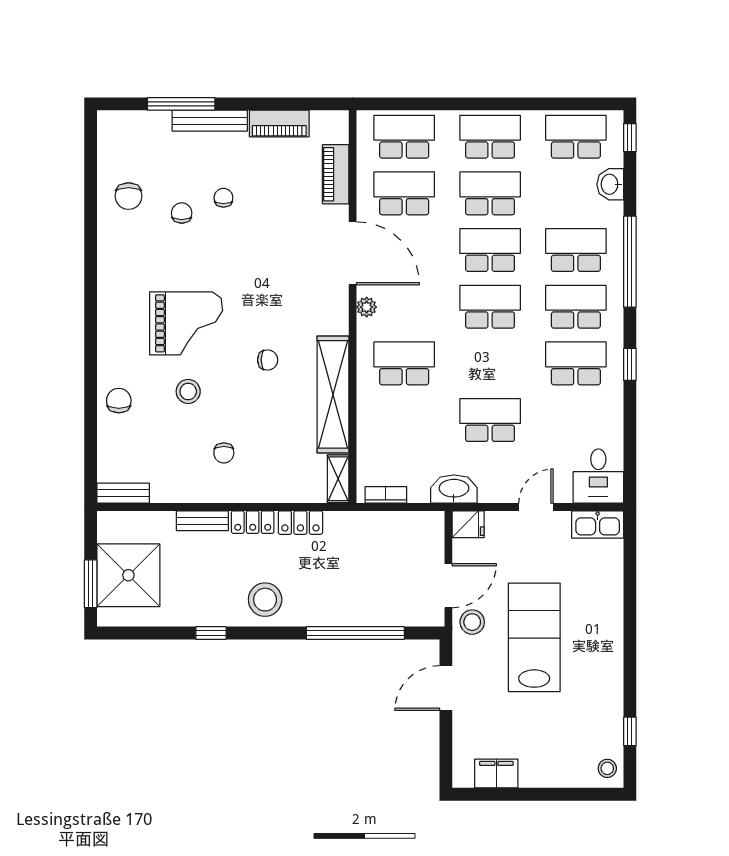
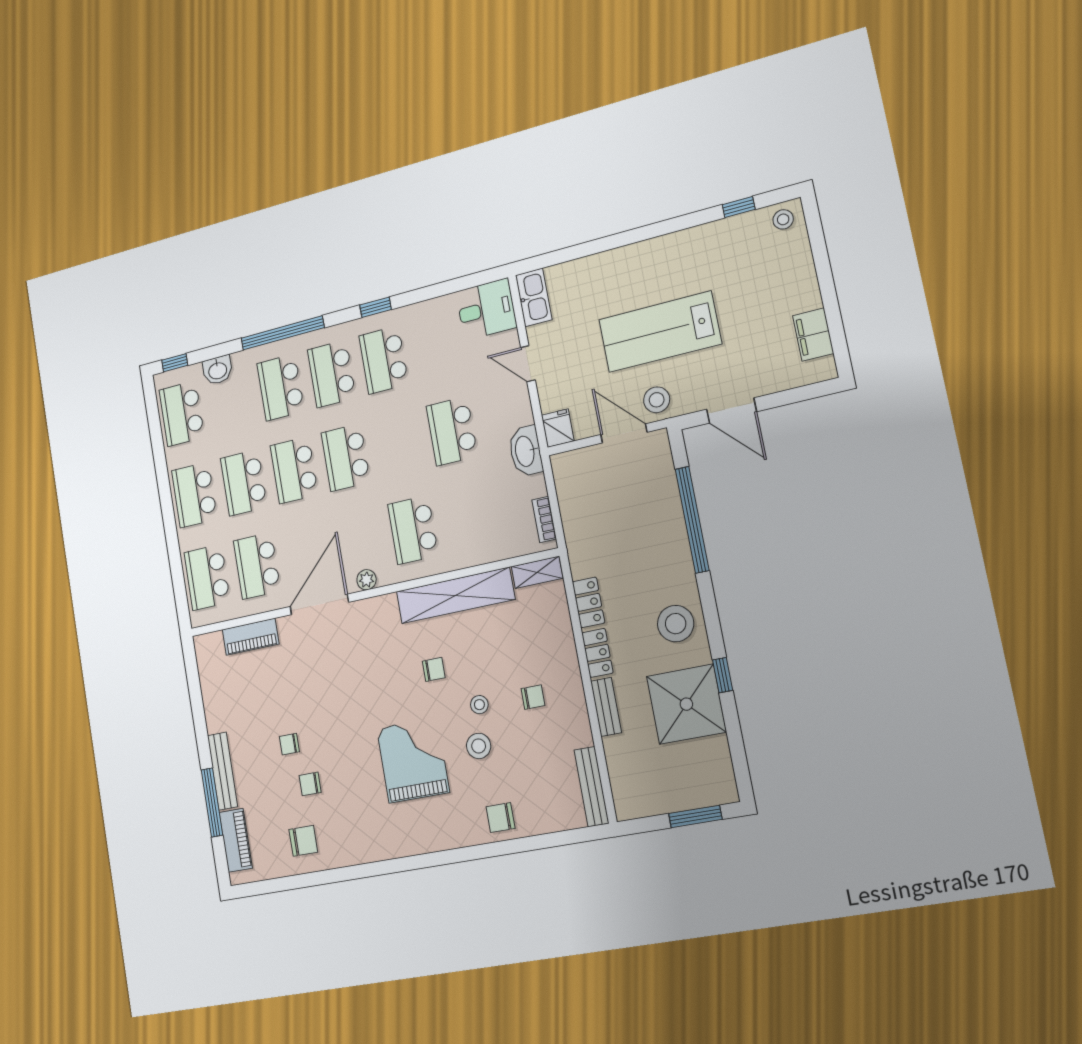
piano: (279, 124) -> (236, 840), moved
chair: (268, 360) -> (434, 669), turned 90
stool: (226, 399) -> (479, 705), added
bench: (123, 493) -> (591, 787), width x1.36
shower: (128, 575) -> (686, 704), moved

